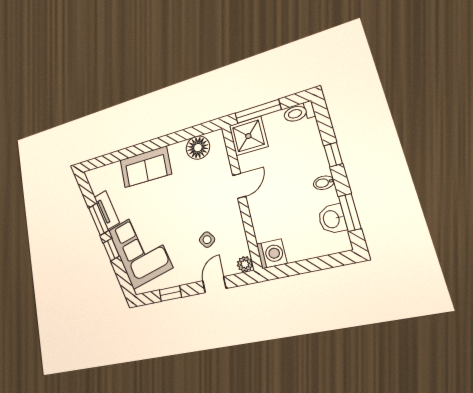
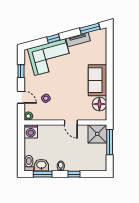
toilet: (299, 113) -> (29, 163), moved
sofa: (146, 167) -> (98, 80), moved
window: (98, 219) -> (90, 29), moved

